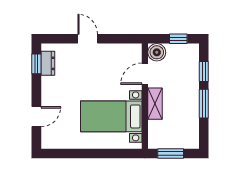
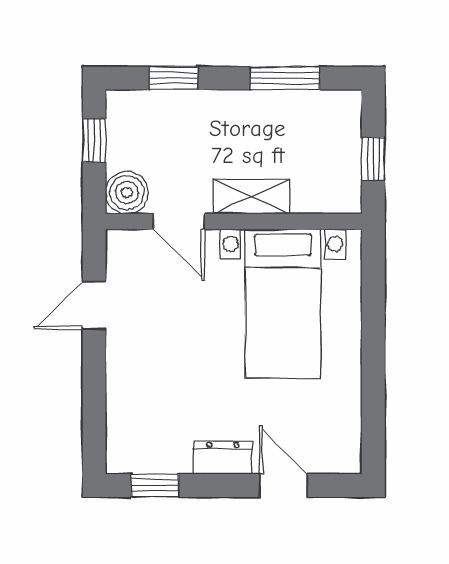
door: (88, 39) -> (94, 305), moved
dresser: (48, 63) -> (223, 458), moved
window: (204, 104) -> (285, 78), moved
window: (171, 154) -> (373, 159), width x0.67

